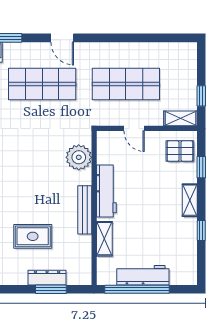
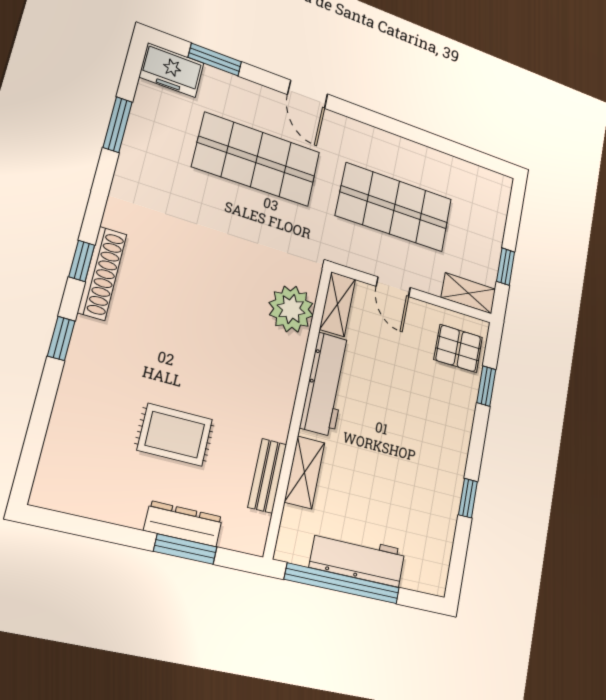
shelving: (190, 200) -> (338, 304), moved
bench: (85, 210) -> (267, 476), moved, width x0.73

